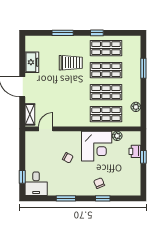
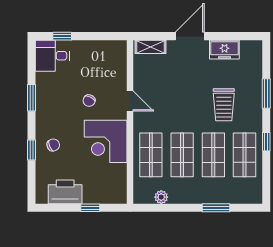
door: (46, 129) -> (130, 101), moved
plant: (117, 136) -> (120, 171), removed
printer: (135, 151) -> (65, 192), moved, width x1.87, depth x1.48

